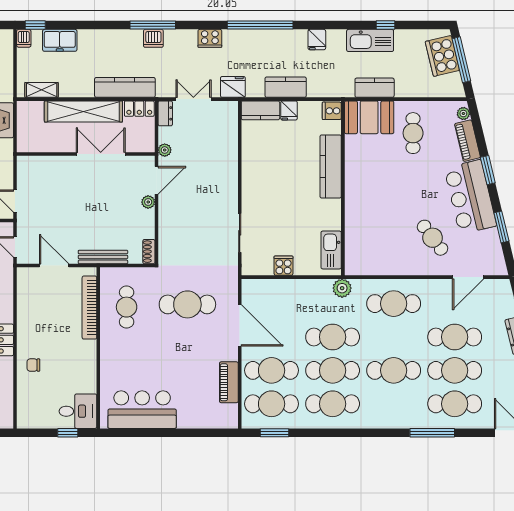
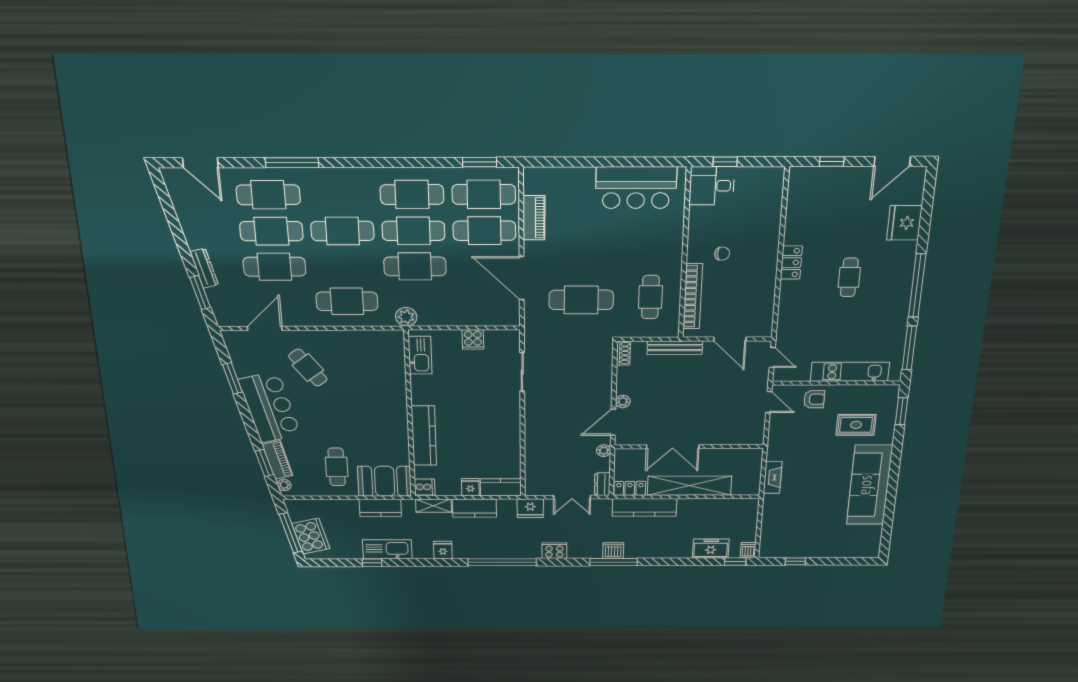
shelving: (42, 90) -> (434, 506), moved
window: (488, 170) -> (264, 463), moved
chair: (33, 365) -> (722, 254), moved

